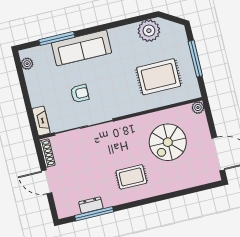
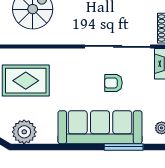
sofa: (81, 48) -> (100, 127), width x1.36, depth x1.27

